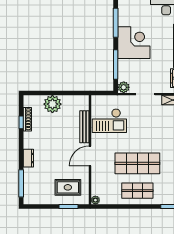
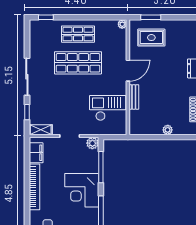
plant: (52, 104) -> (168, 130), width x0.53, depth x0.53
bench: (84, 127) -> (134, 97), width x0.73

